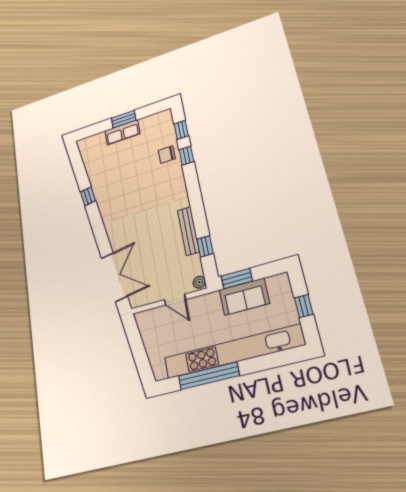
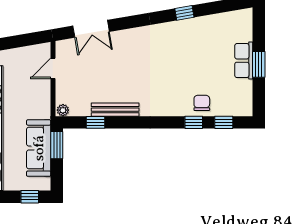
double door: (114, 277) -> (91, 29), width x0.73
sofa: (244, 297) -> (39, 148), width x1.36
door: (175, 300) -> (53, 68), moved
window: (304, 306) -> (30, 197), moved

